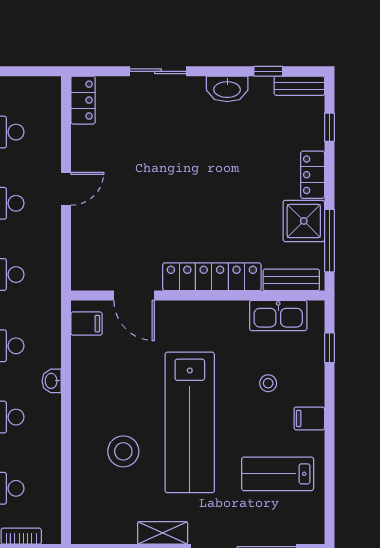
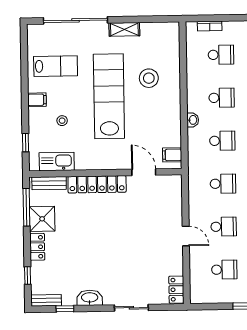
door: (66, 189) -> (186, 236), swing flipped

